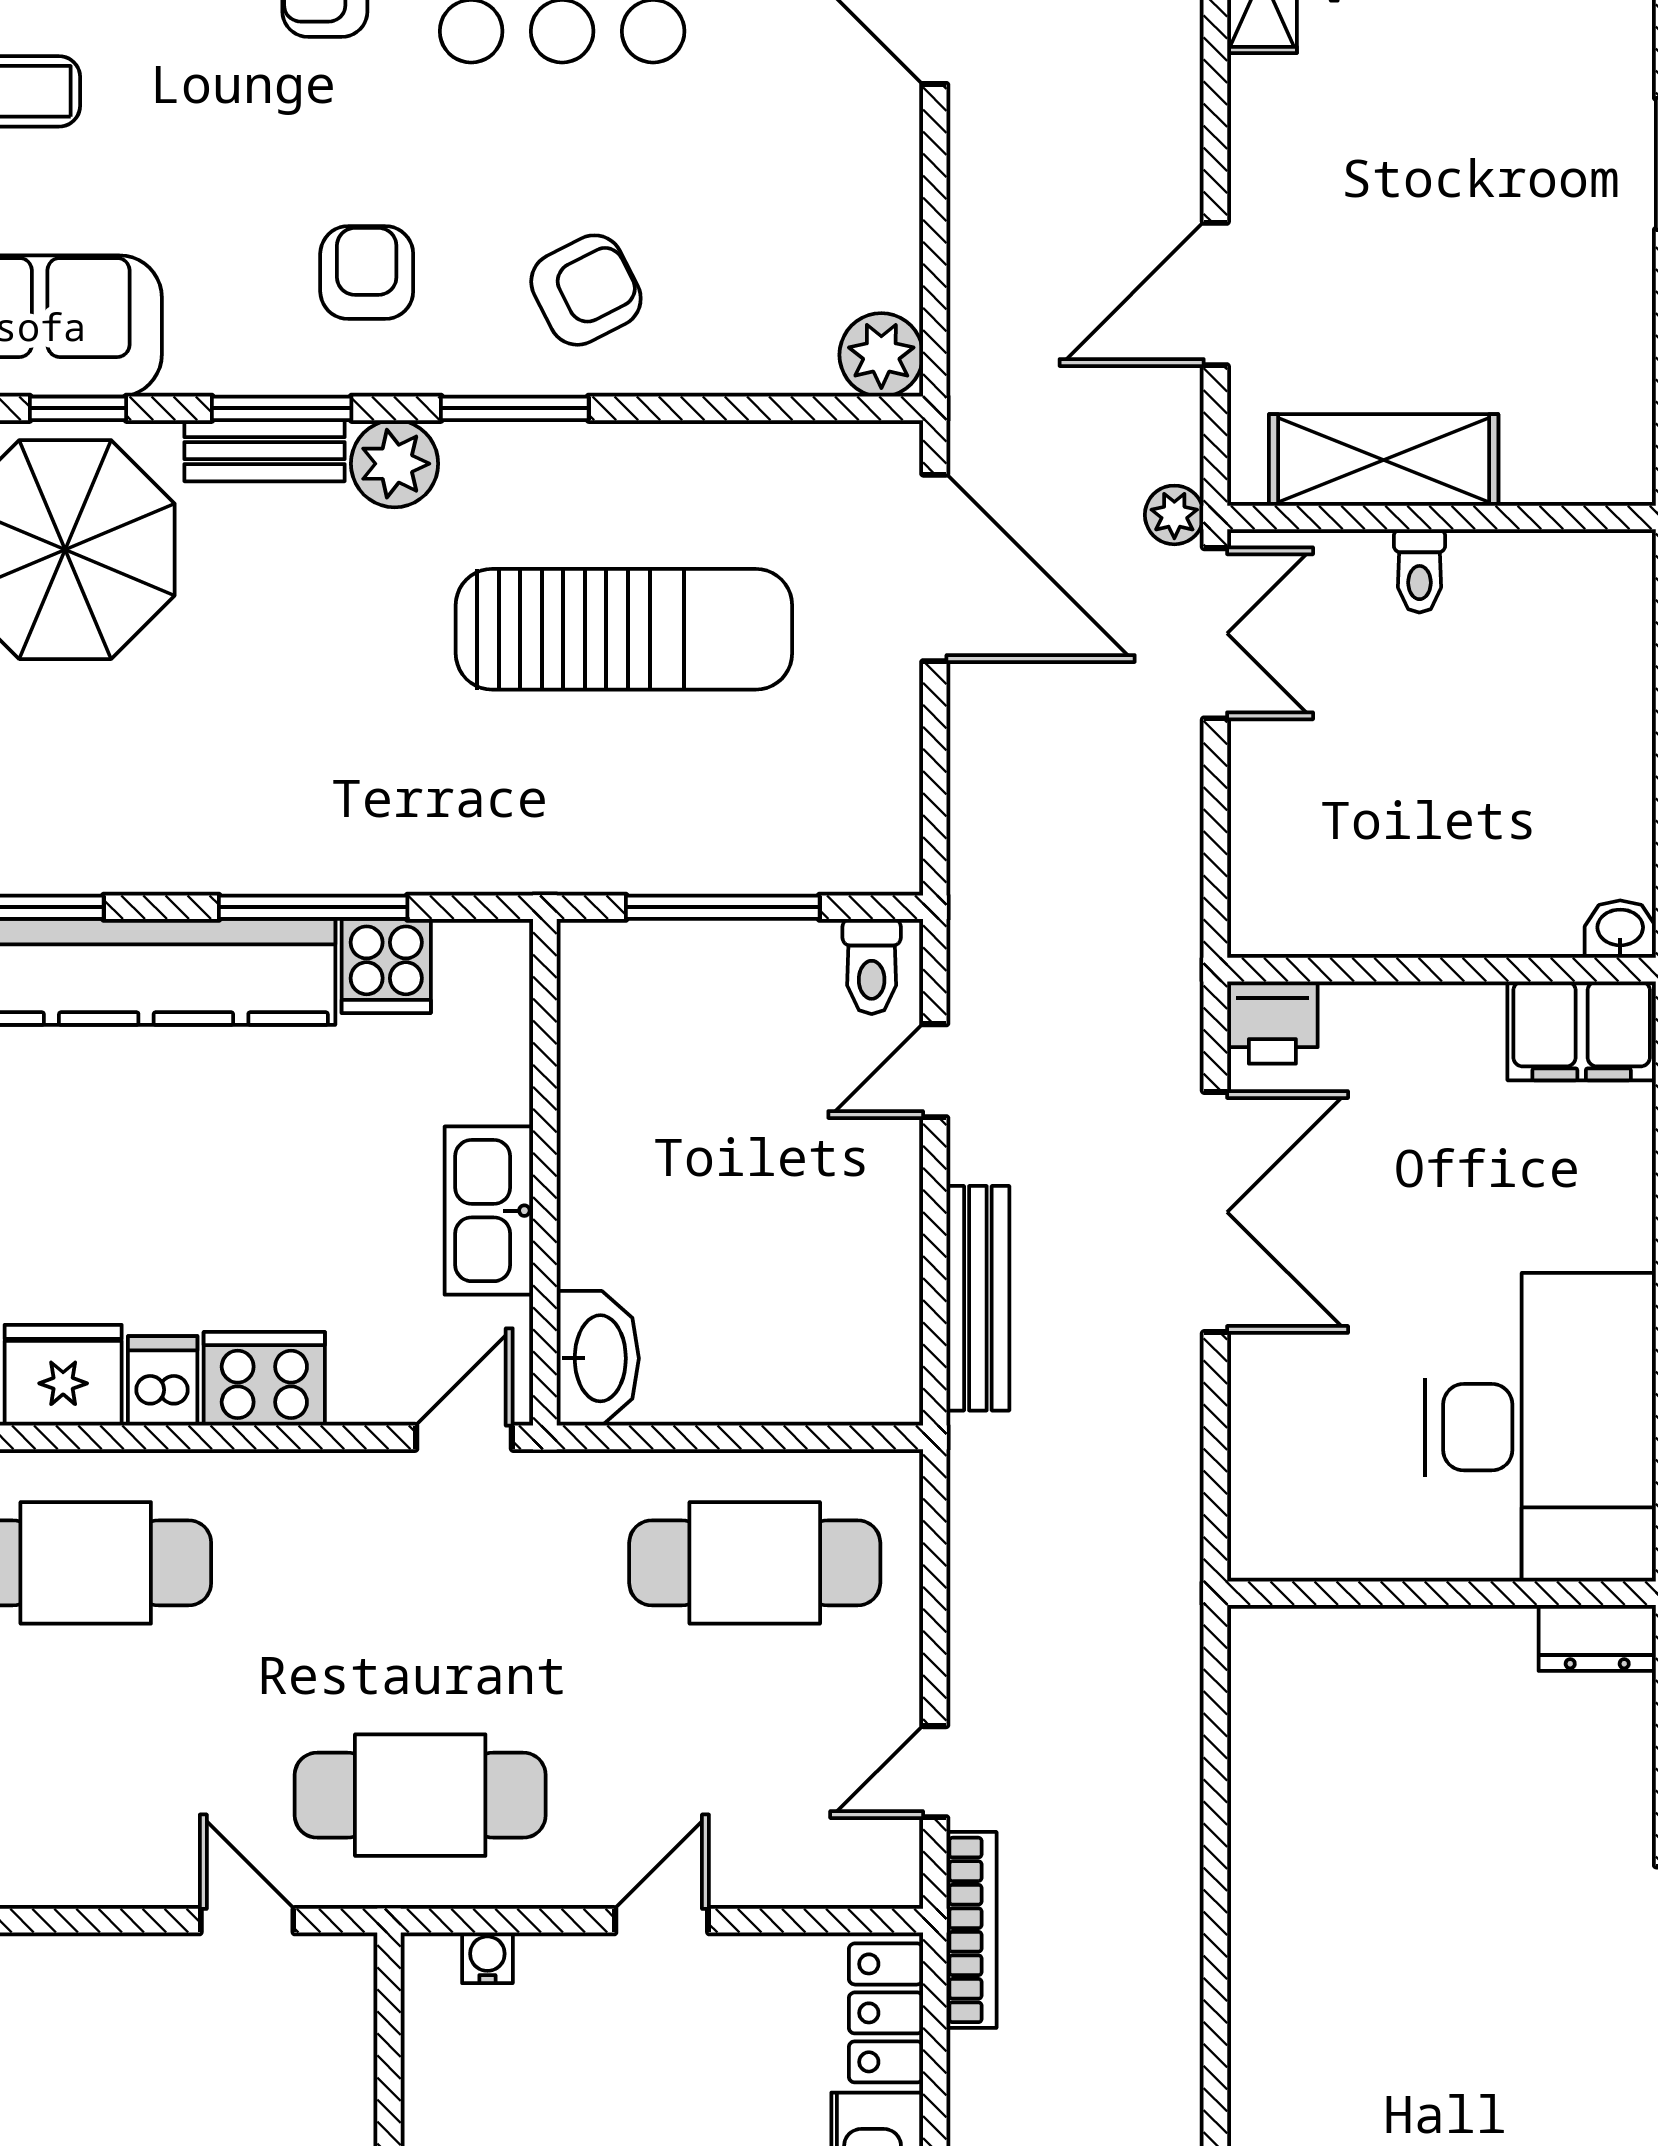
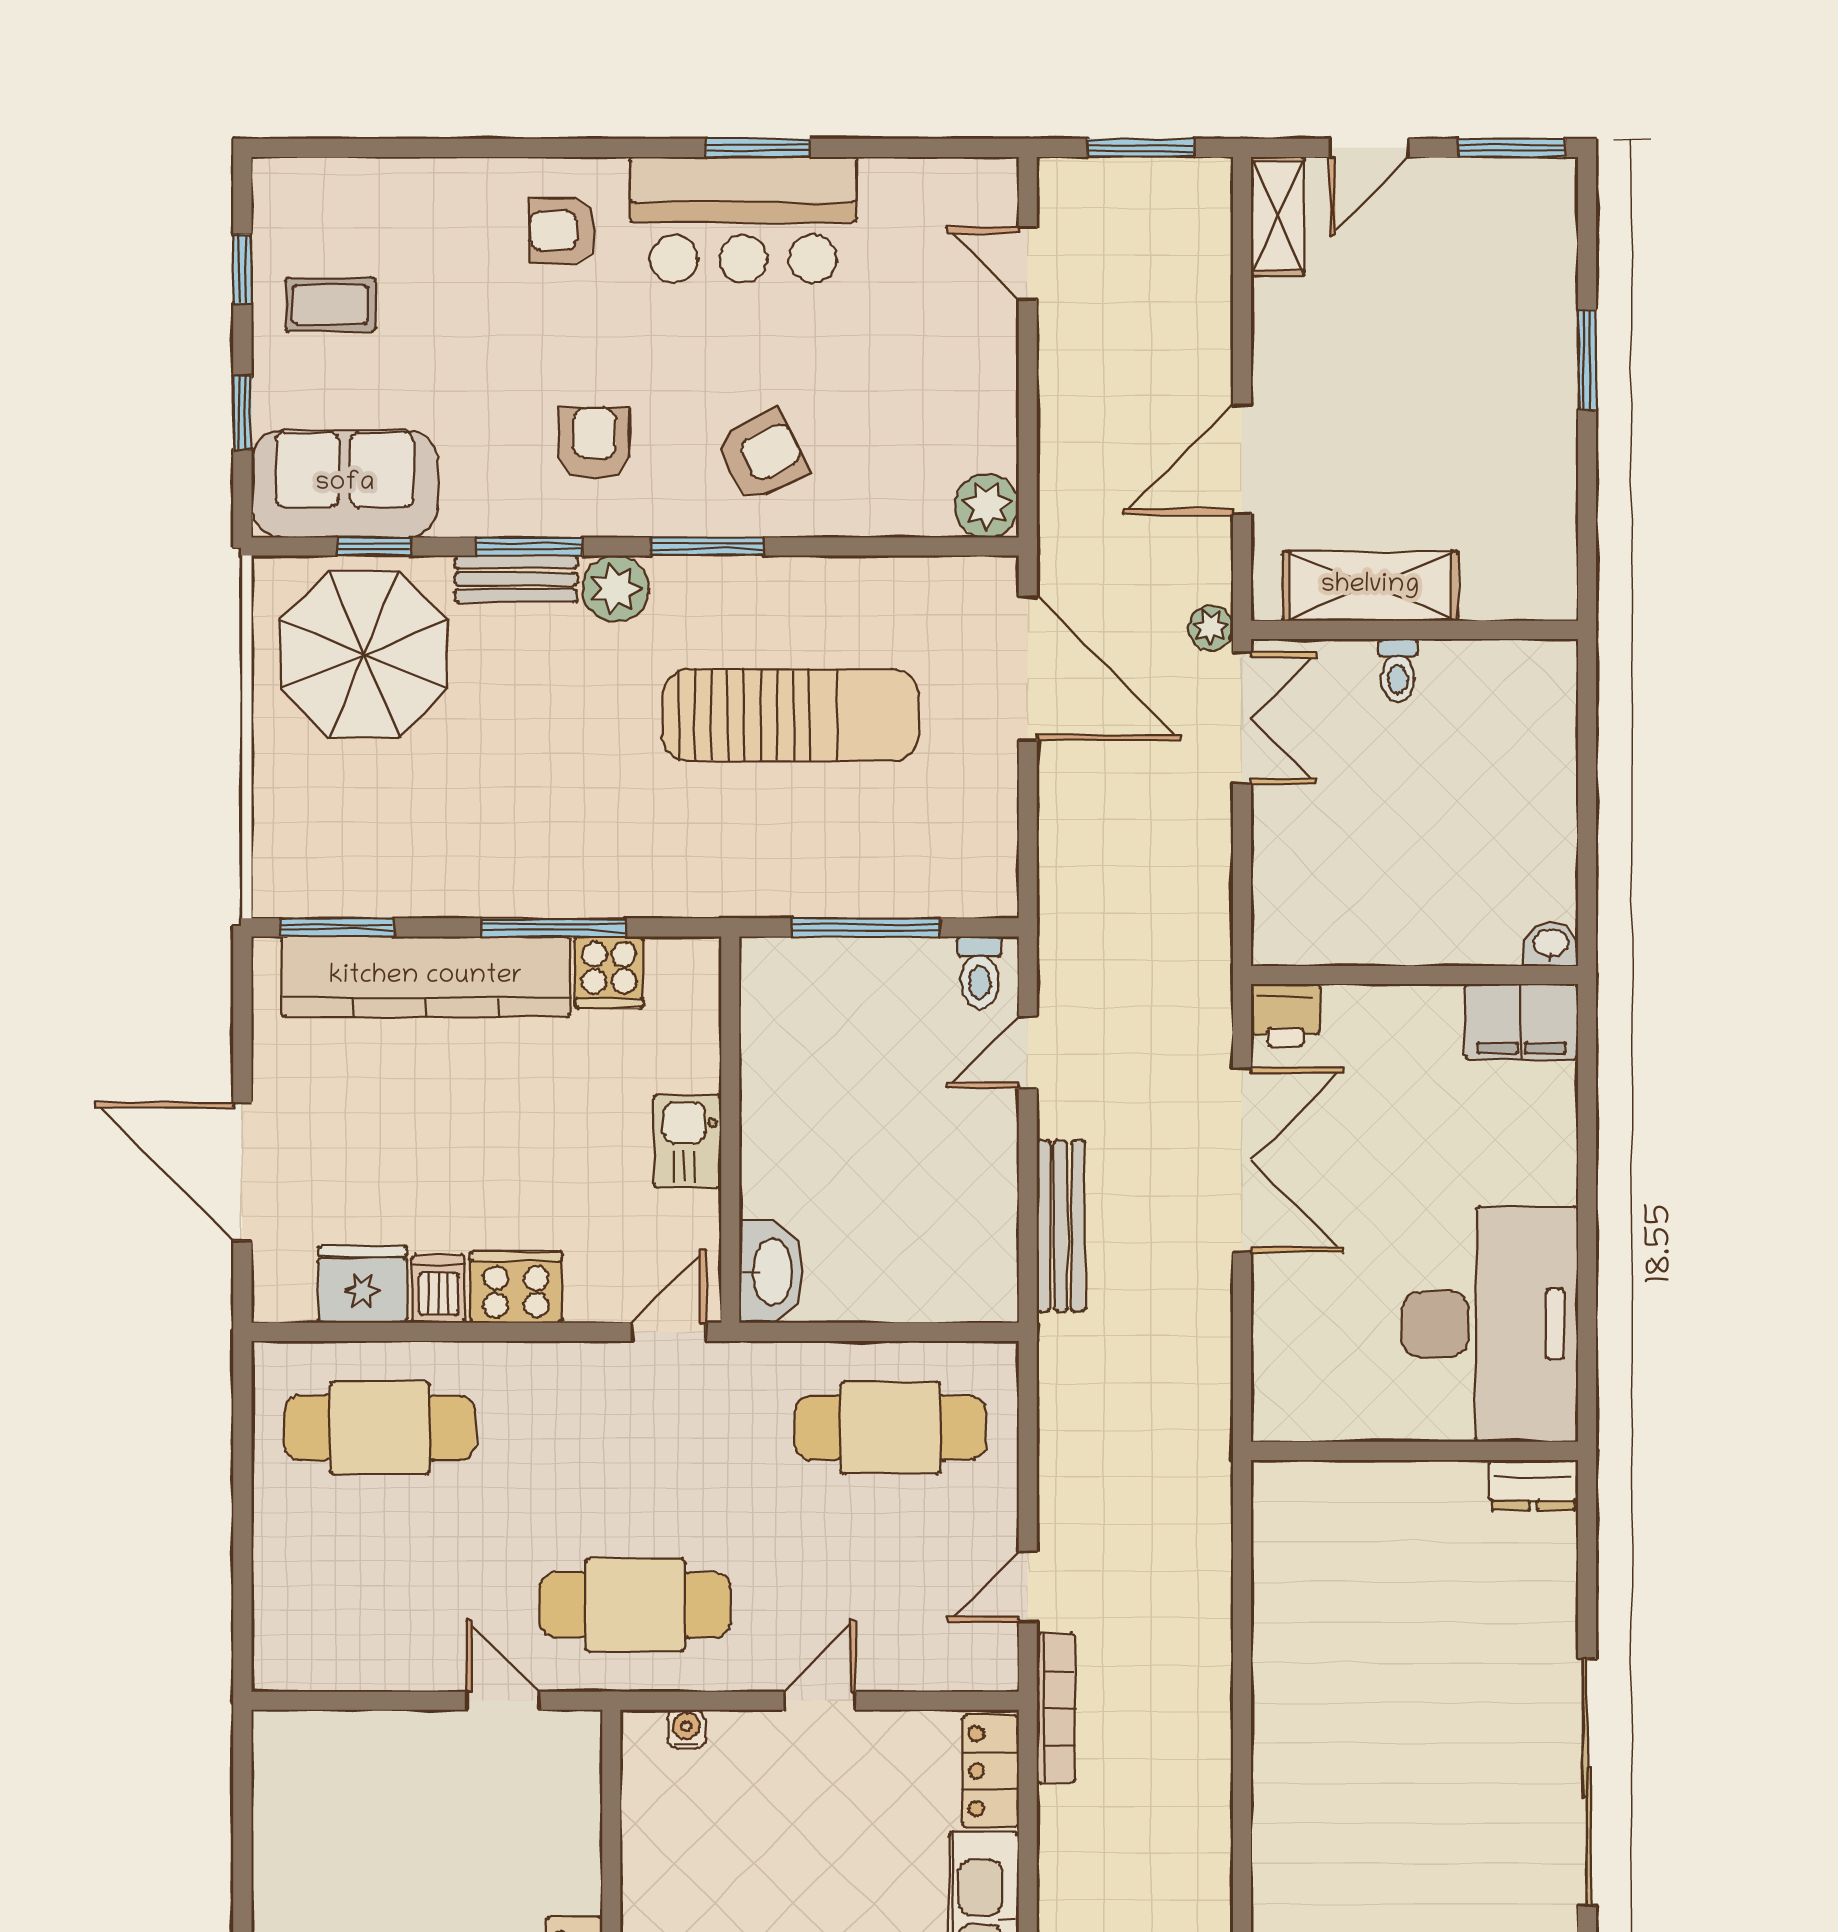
kitchen sink: (489, 1211) -> (687, 1141), width x0.73

